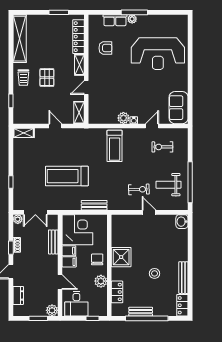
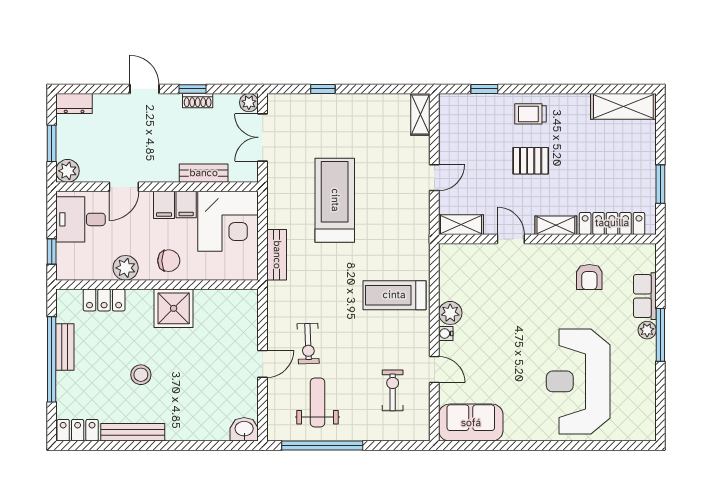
shelving: (20, 39) -> (623, 106), width x0.68
dresser: (18, 295) -> (74, 104), moved

